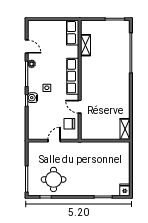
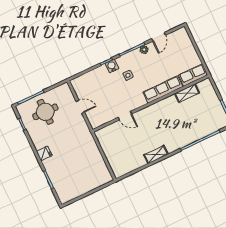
row of seats: (73, 76) -> (163, 90), moved
door: (80, 107) -> (125, 116), swing flipped
chair: (69, 124) -> (104, 114), removed
shelving: (125, 129) -> (156, 155), moved
round table: (54, 179) -> (45, 112), moved
fridge: (125, 190) -> (44, 153), moved

